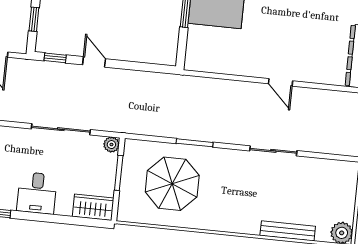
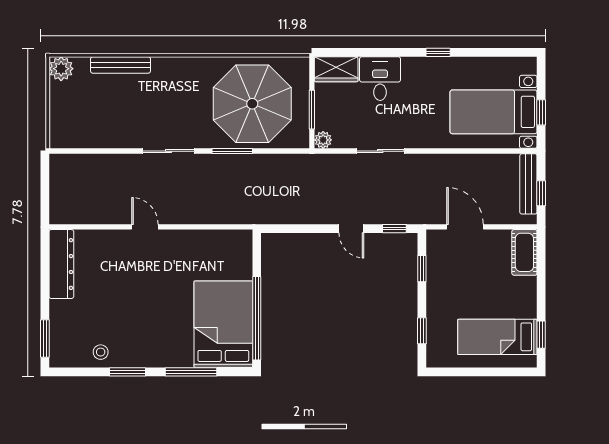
sliding door: (61, 129) -> (380, 151), width x0.73
sliding door: (273, 151) -> (169, 151), moved
parasol: (172, 184) -> (252, 104), width x1.36, depth x1.36
desk: (37, 193) -> (380, 79), moved

